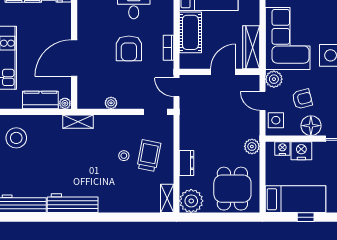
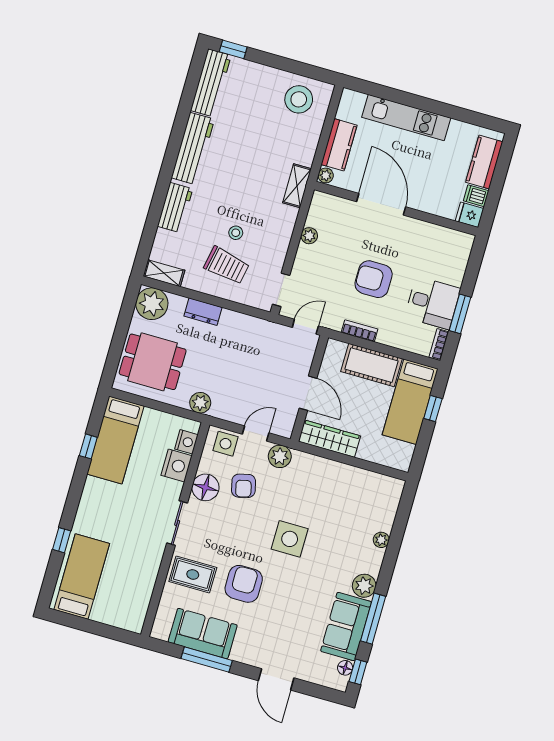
corner sofa: (288, 38) -> (328, 489), removed
workbench: (118, 204) -> (175, 208), added

